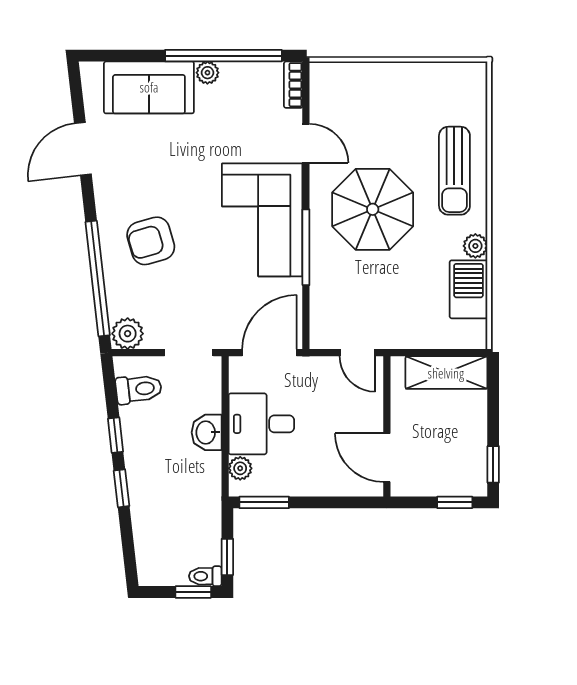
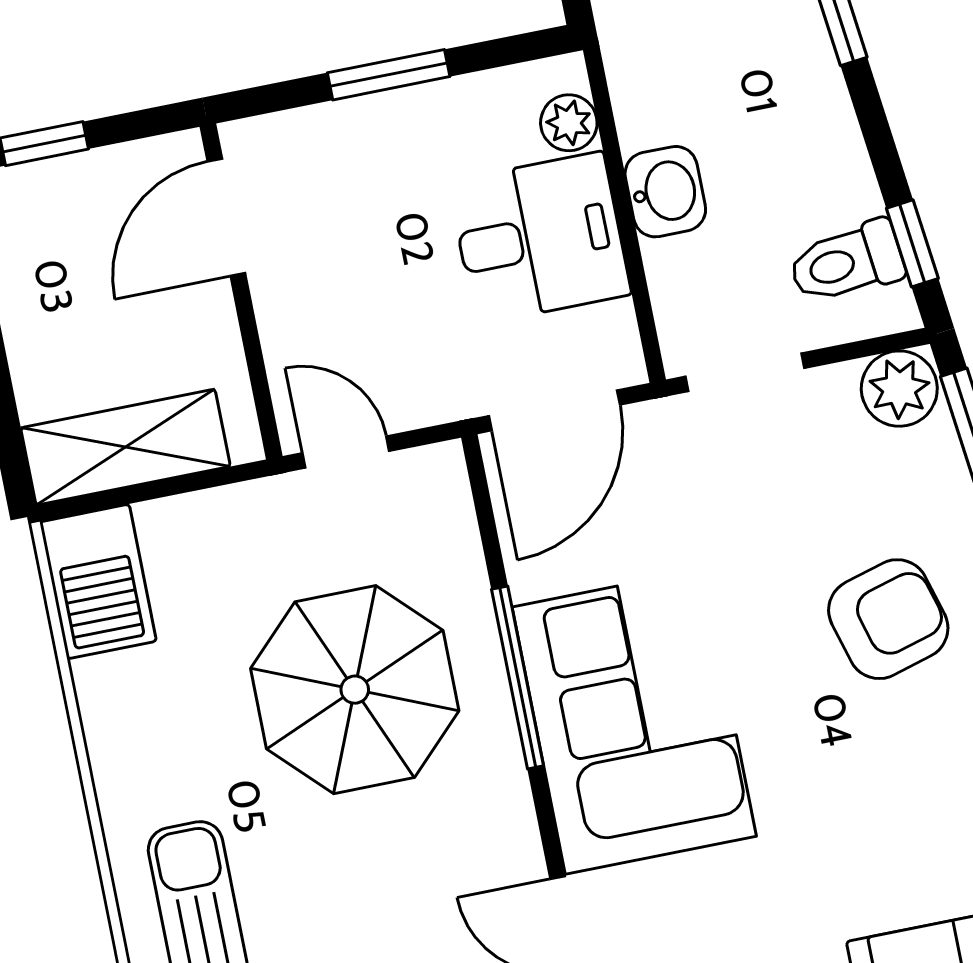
parasol: (373, 209) -> (355, 690), moved
plant: (475, 246) -> (117, 761), removed
barbecue: (469, 289) -> (98, 582), moved
window: (116, 435) -> (912, 243), moved
door: (387, 458) -> (226, 217), swing flipped
window: (264, 502) -> (389, 75), moved

